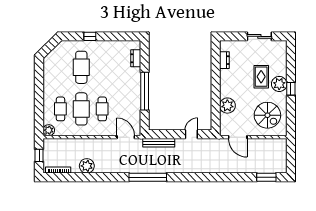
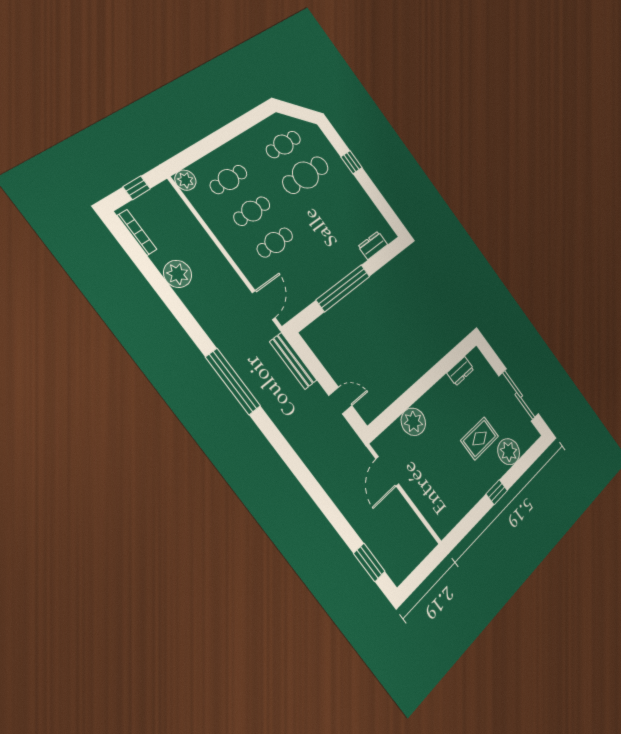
sliding door: (259, 36) -> (519, 395), width x1.37
cafe table: (60, 67) -> (283, 145), added
plant: (279, 84) -> (509, 452), moved
cafe table: (81, 109) -> (252, 211), width x0.73, depth x0.74
spiral stairs: (267, 115) -> (444, 489), removed

